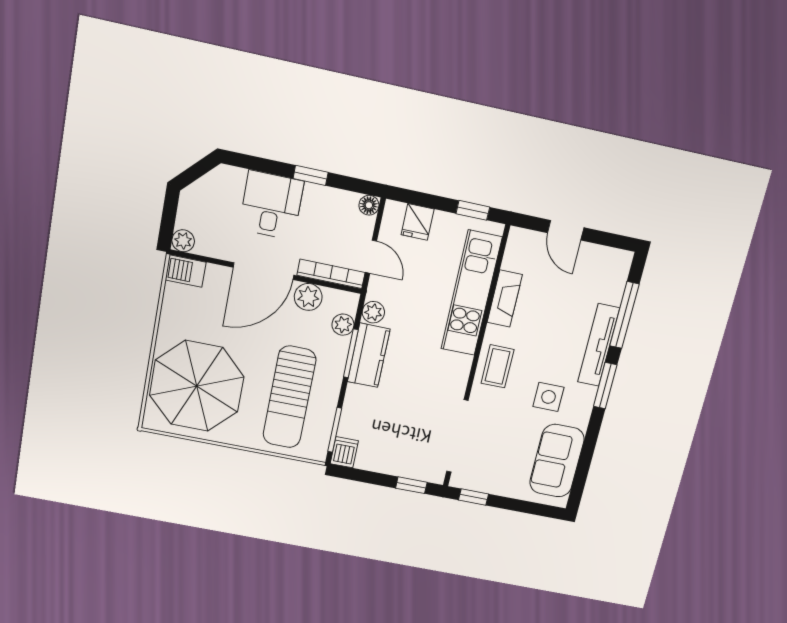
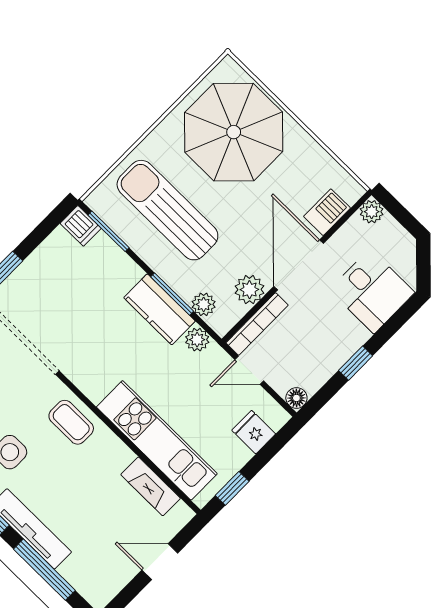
desk: (271, 205) -> (372, 291), moved
barbecue: (186, 271) -> (327, 212), moved
fireplace: (505, 299) -> (151, 486), moved

